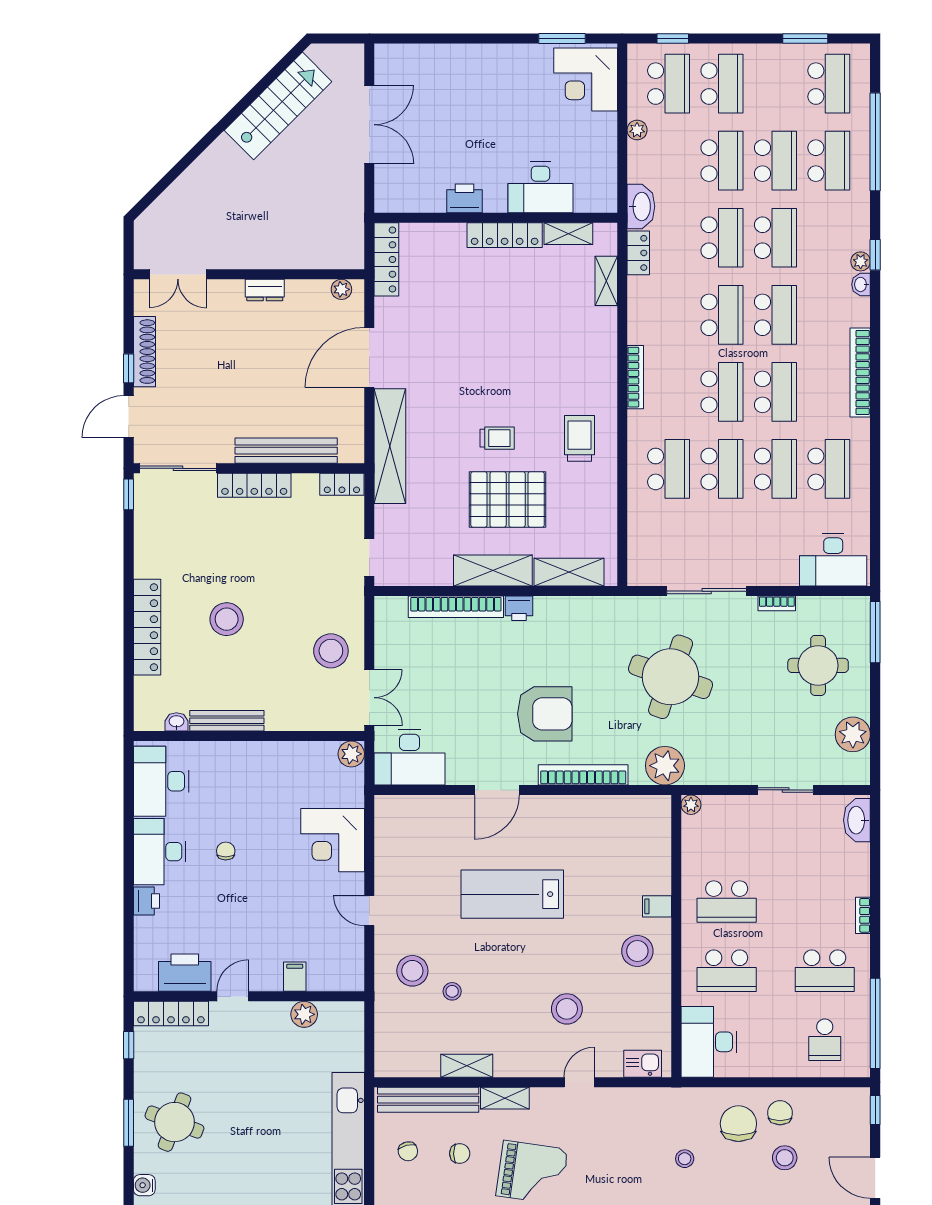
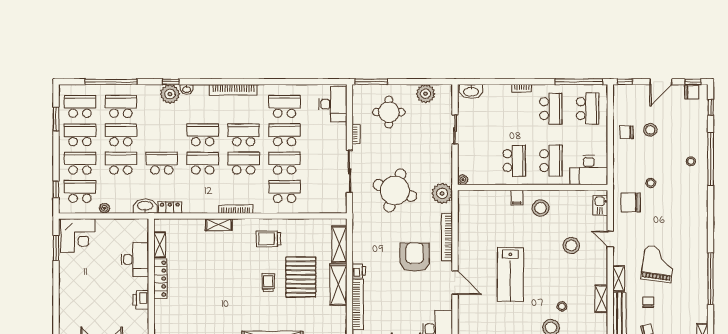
school desk: (775, 238) -> (80, 135), moved
plant: (861, 261) -> (170, 94), width x1.88, depth x1.88
shelving: (606, 281) -> (219, 225), moved
school desk: (825, 1040) -> (588, 109), width x1.85
chair: (738, 1124) -> (631, 202), moved

